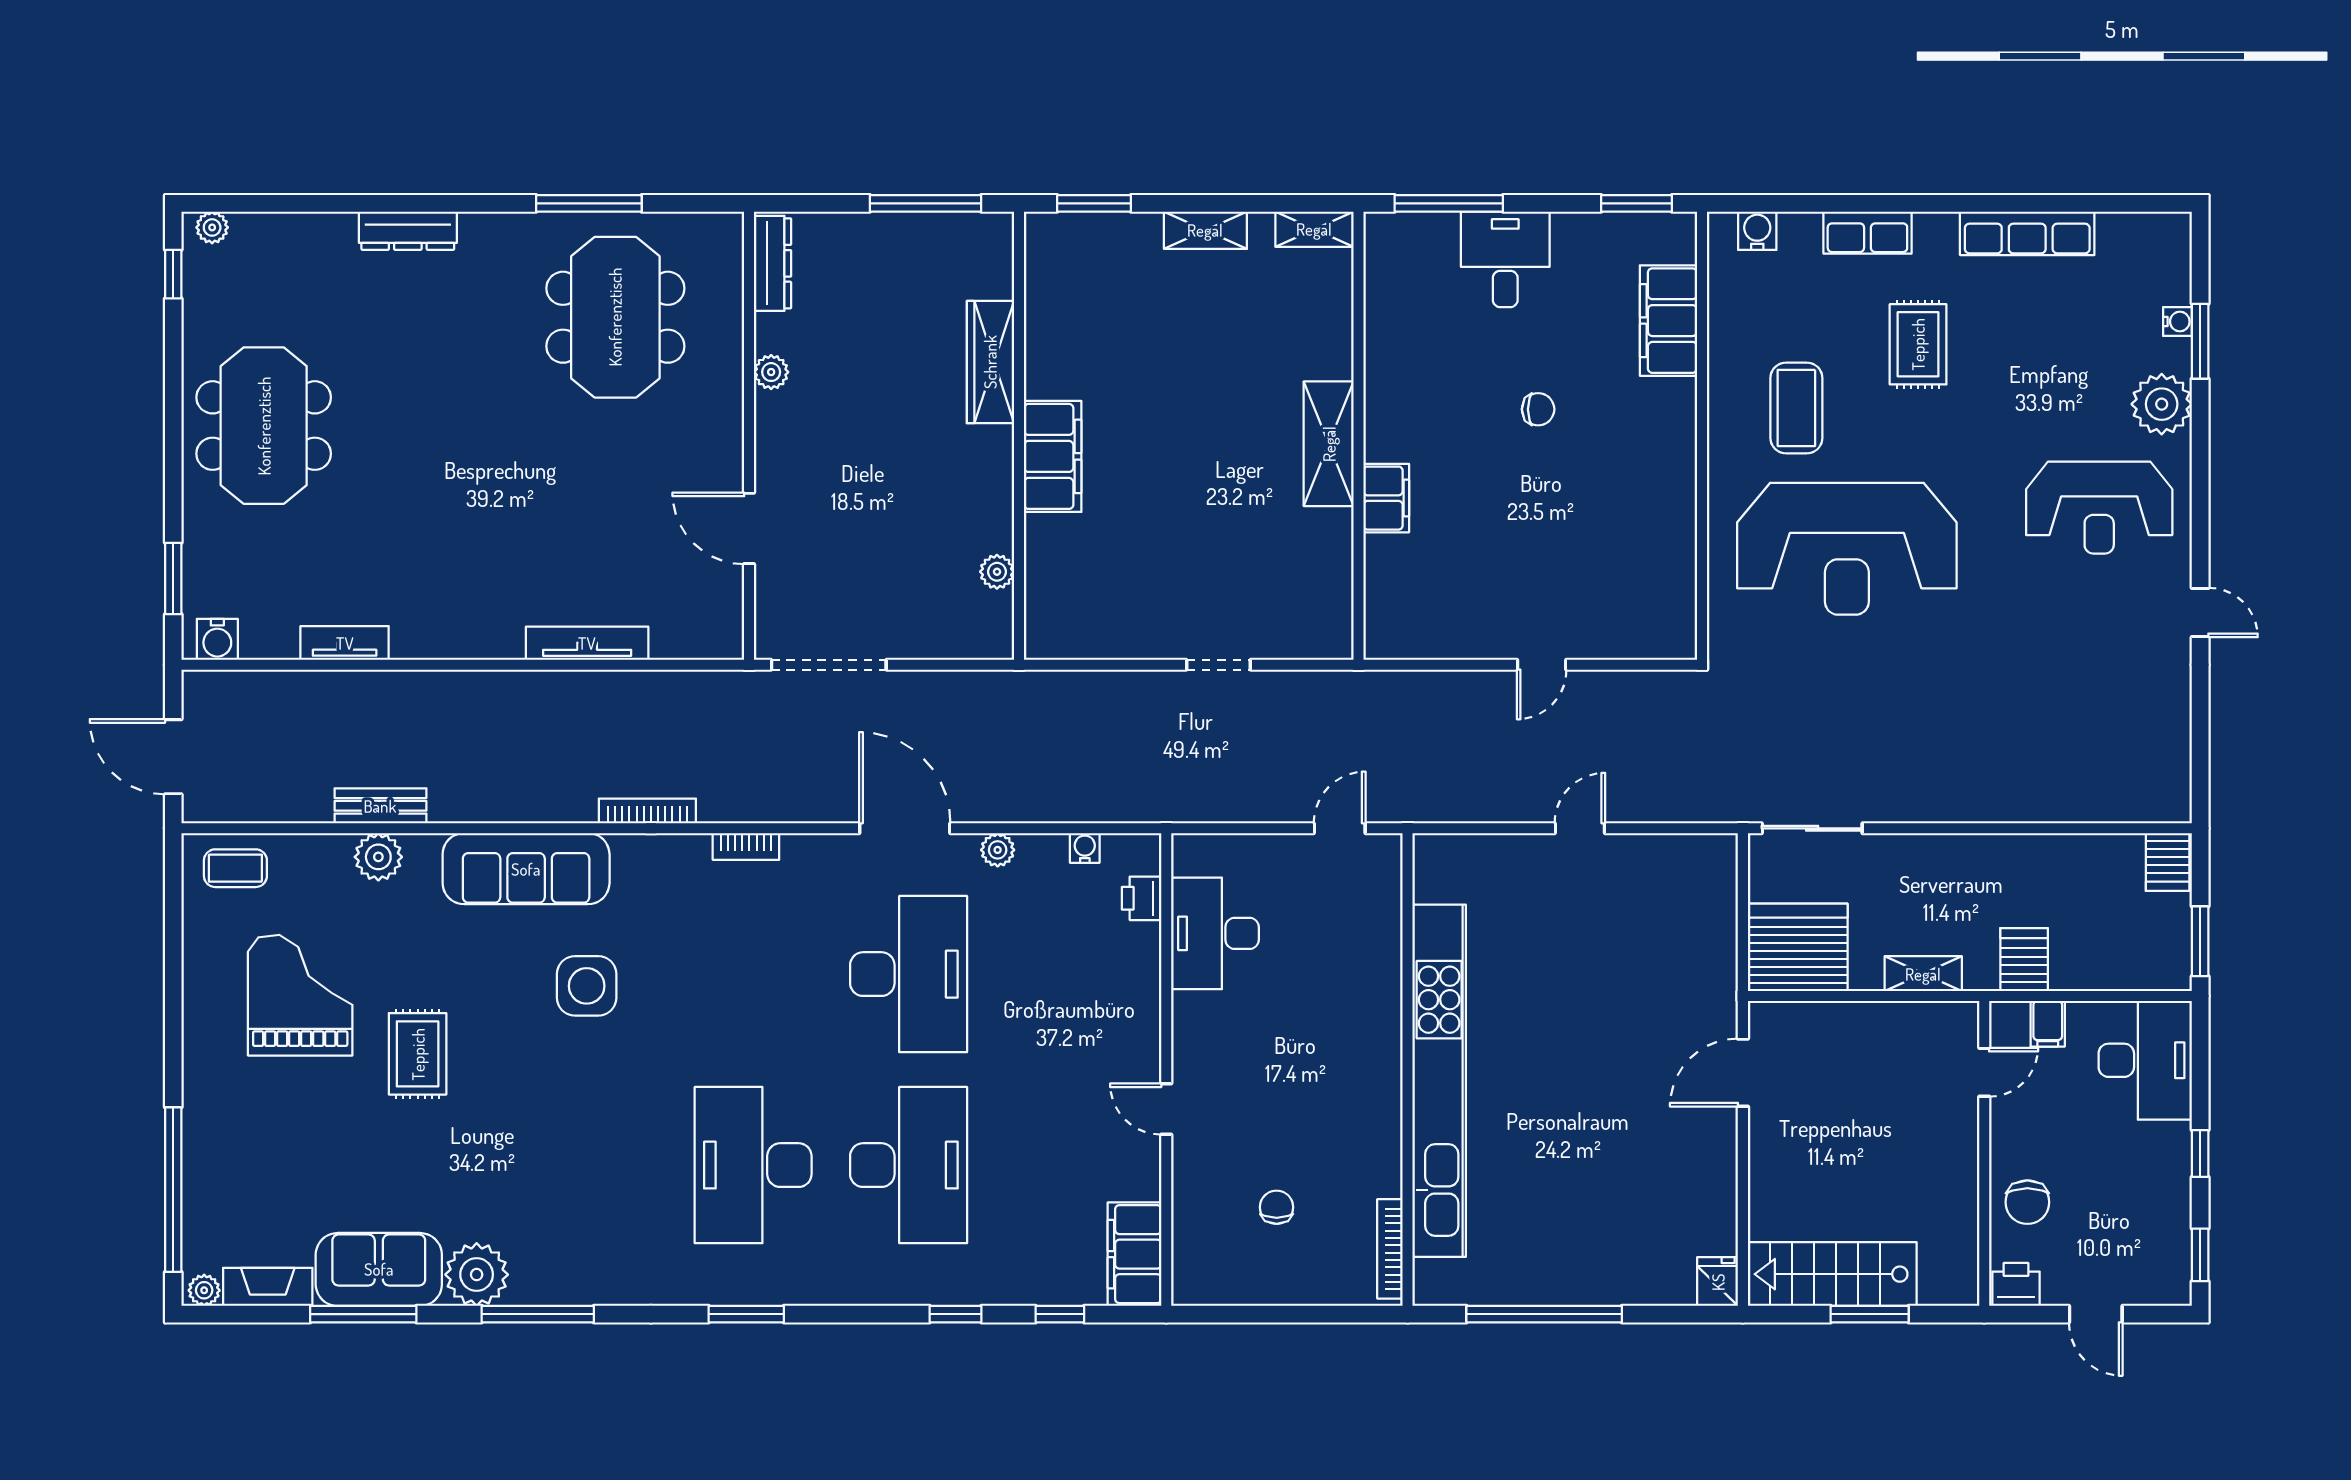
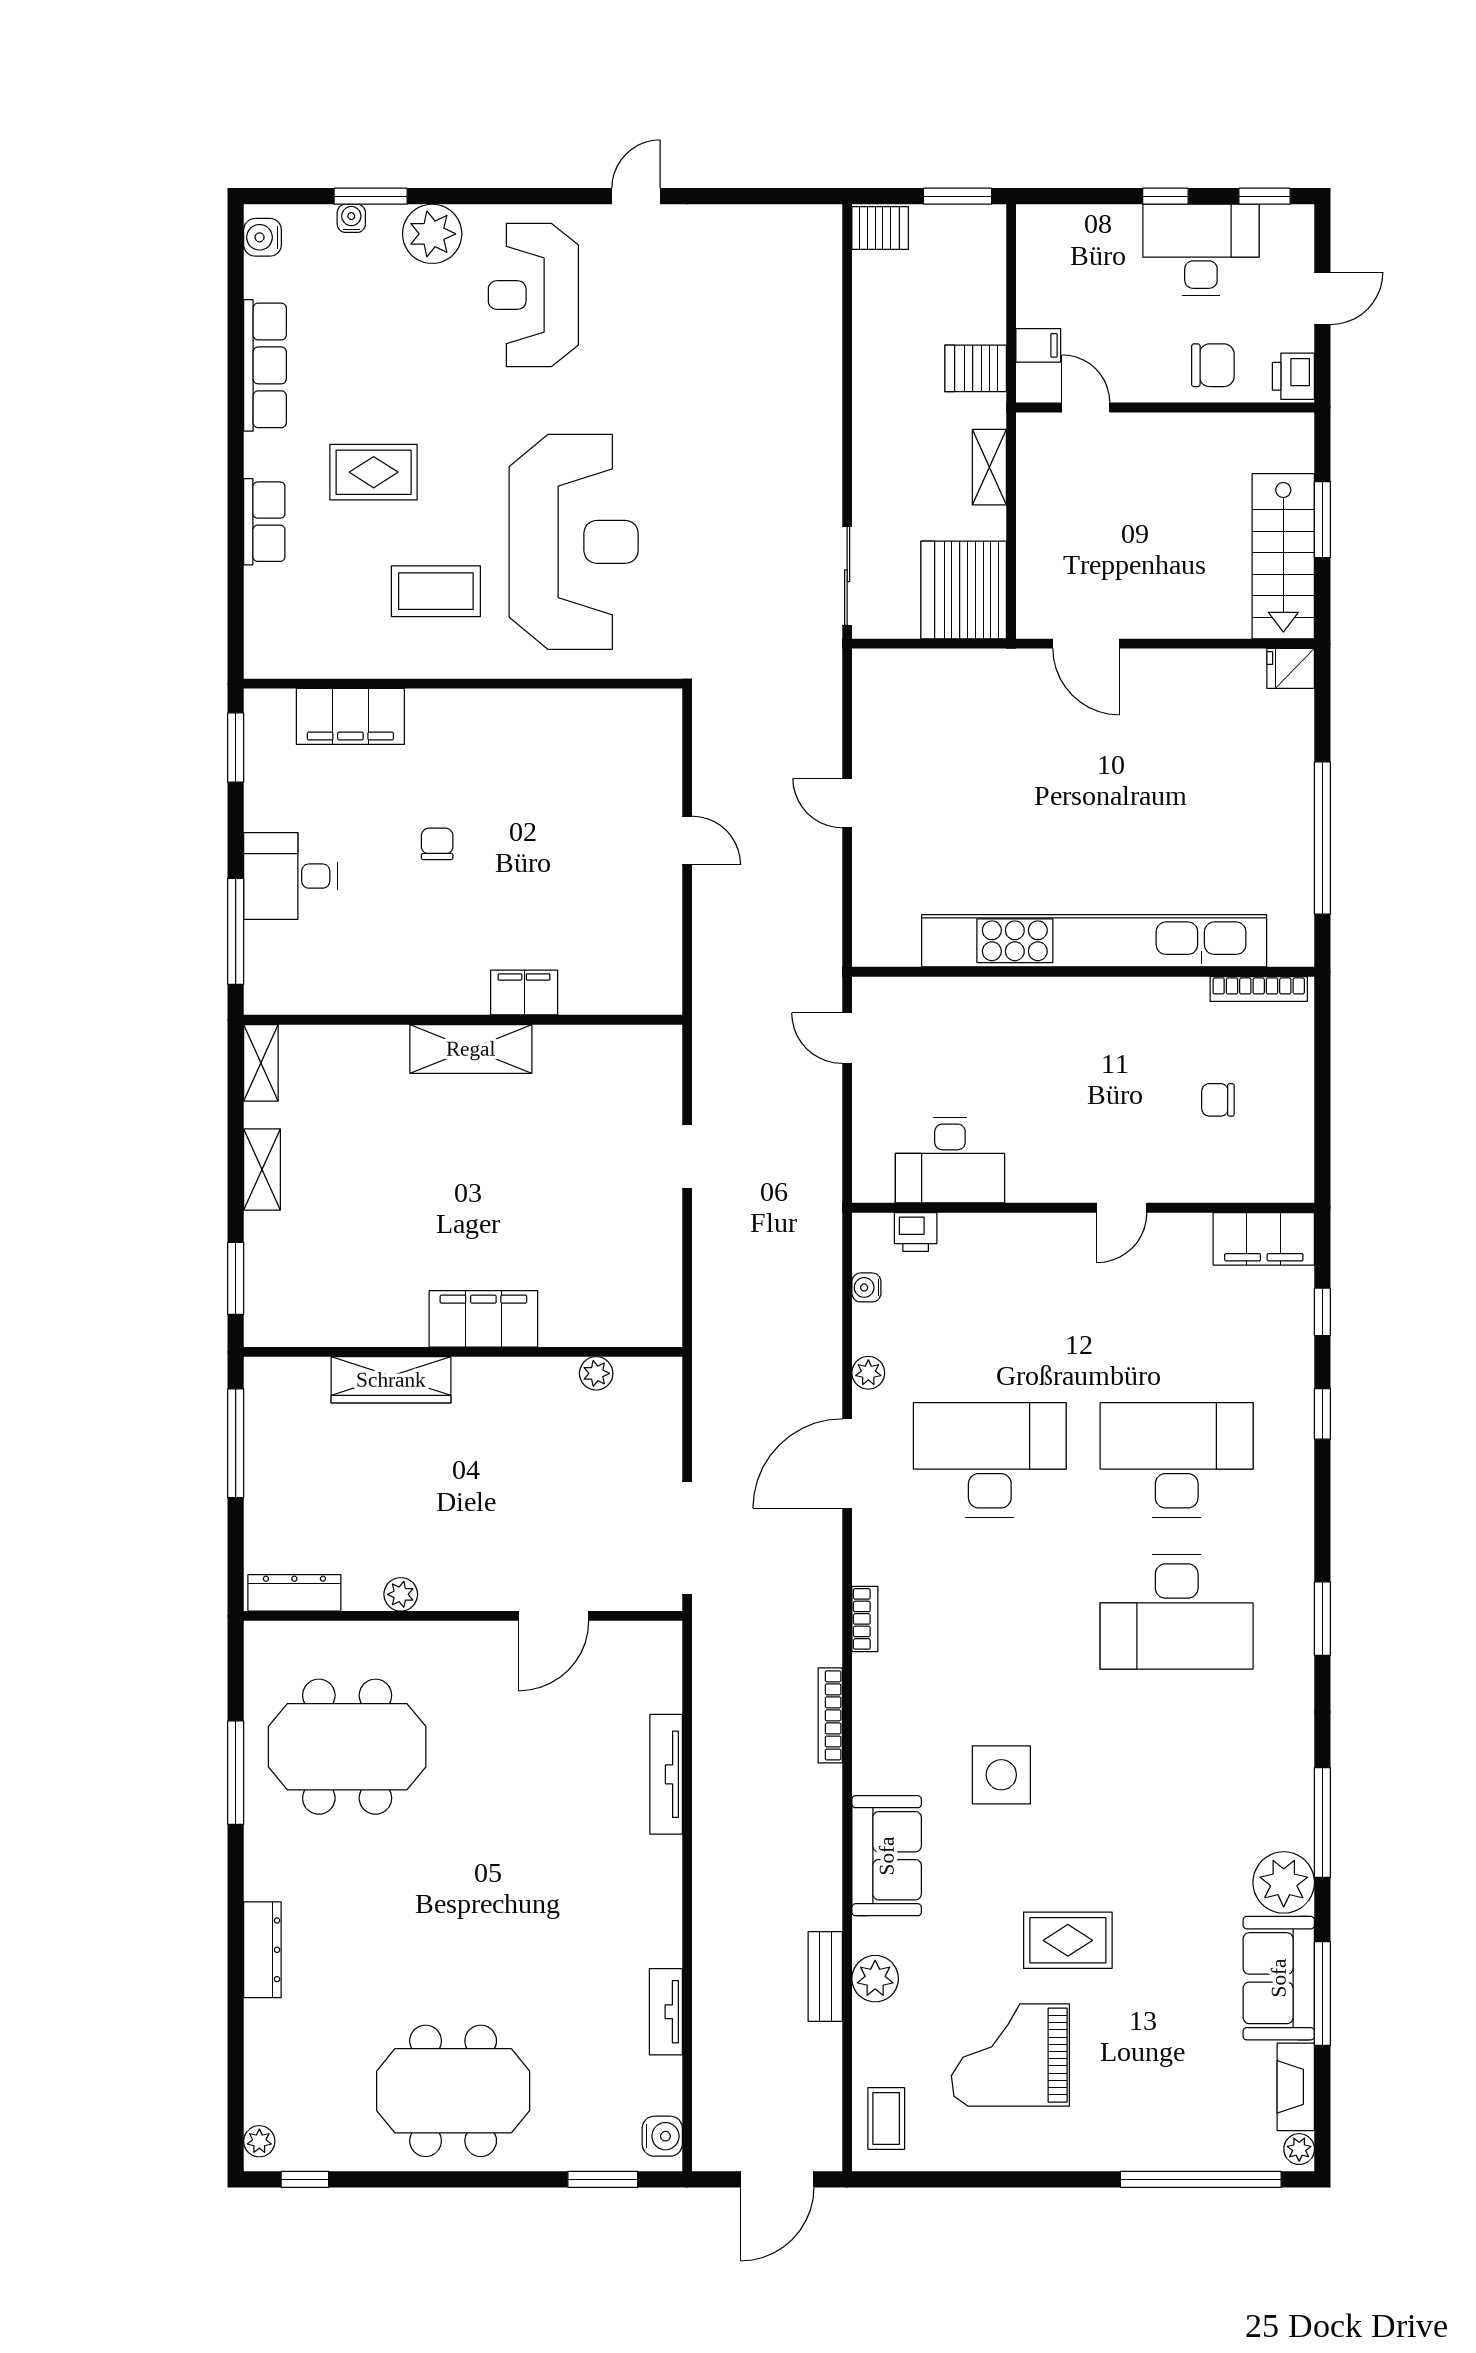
water cooler: (1757, 231) -> (263, 237), moved
reception desk: (2099, 508) -> (533, 295), turned 180
sofa: (526, 869) -> (887, 1856), width x0.73
desk: (2145, 1060) -> (1201, 250), moved

